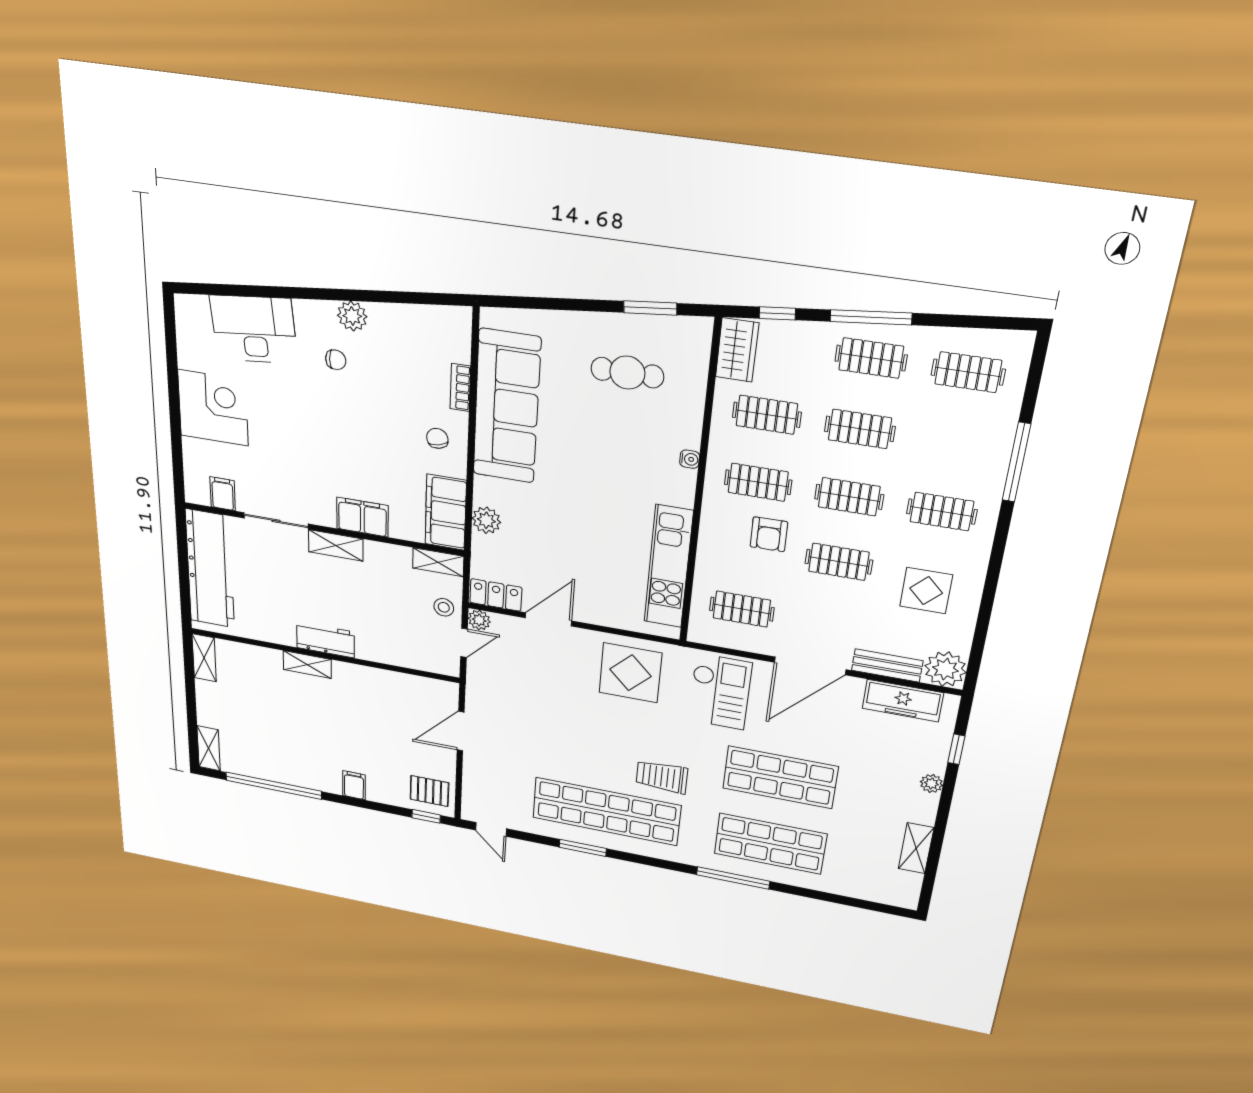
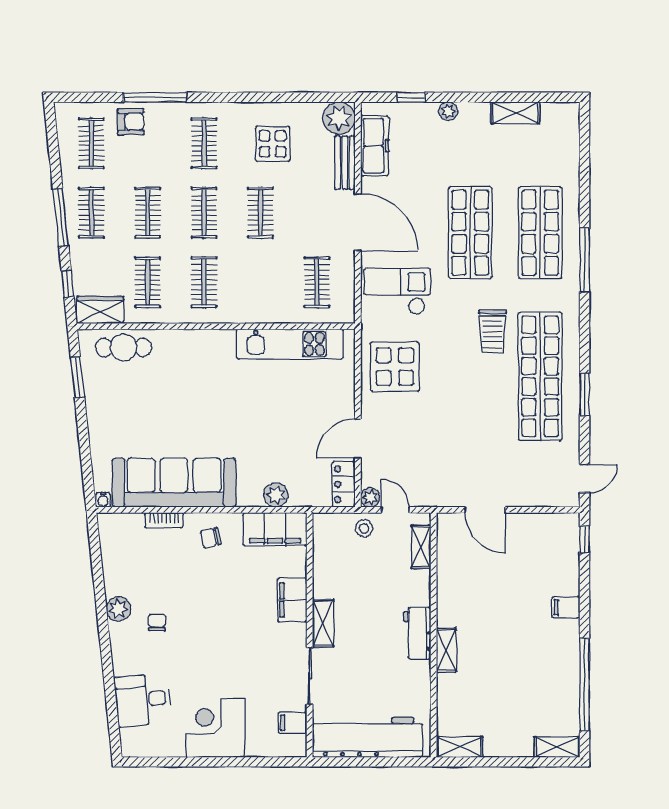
desk: (254, 329) -> (143, 700), width x0.73
cafe table: (627, 373) -> (124, 347), moved, turned 90
water cooler: (690, 459) -> (103, 500), moved, turned 180
armchair: (769, 534) -> (131, 122), moved
shelving: (438, 562) -> (421, 547), moved
door: (548, 619) -> (358, 439), hinge flipped
pallet: (429, 791) -> (556, 537), removed

